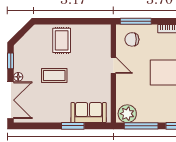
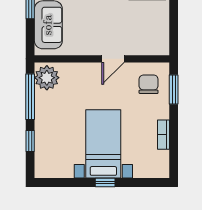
window: (136, 21) -> (174, 89), width x0.69

